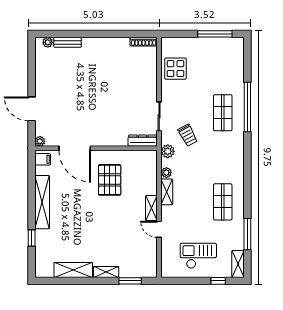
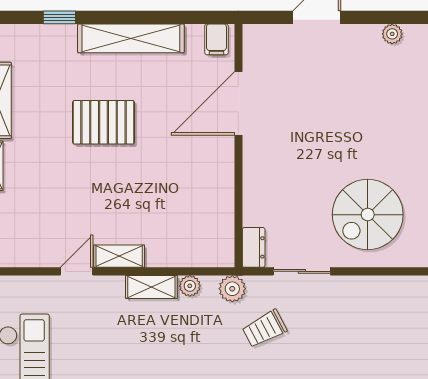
display table: (175, 69) -> (397, 304), removed
spiral stairs: (130, 83) -> (368, 215), added
plant: (40, 141) -> (392, 34), moved
dresser: (143, 141) -> (254, 247), width x0.70
pallet: (110, 180) -> (104, 122), moved

